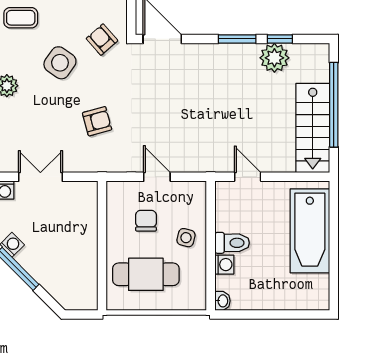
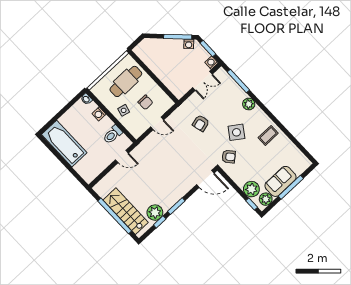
stairs: (313, 128) -> (126, 211), moved
bathtub: (310, 231) -> (64, 144), moved
toilet: (232, 243) -> (113, 135), moved

